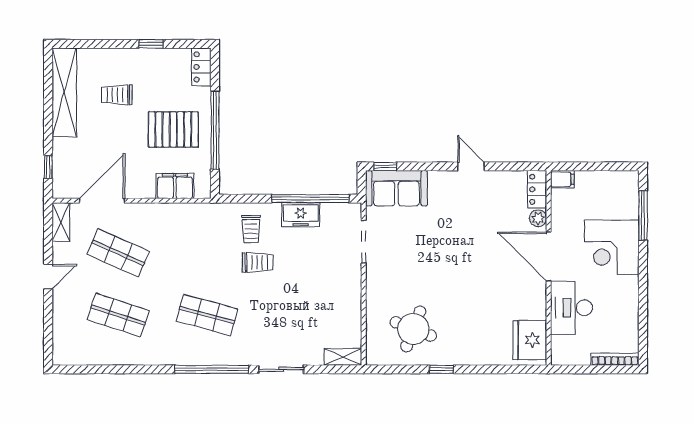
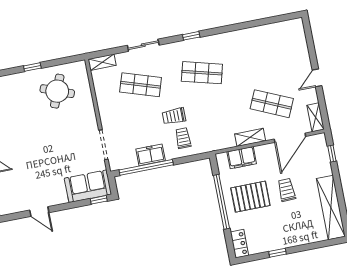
trolley: (117, 95) -> (287, 190), moved, turned -92
shelving: (157, 212) -> (250, 137), added
shop shelf: (118, 315) -> (141, 85), moved
window: (212, 369) -> (191, 36), width x0.32

